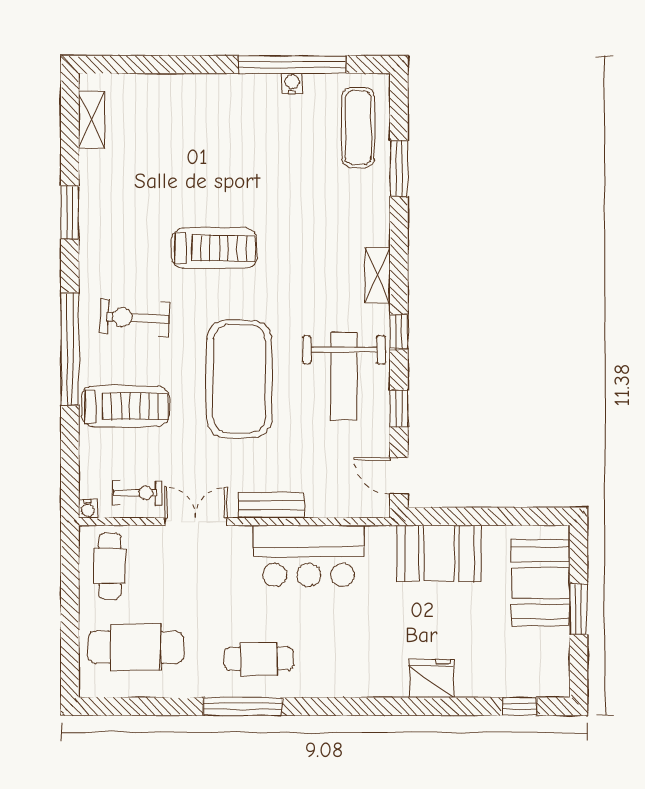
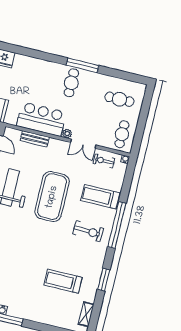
treadmill: (214, 248) -> (63, 281), moved
bench: (271, 505) -> (35, 139), moved
plant: (240, 536) -> (67, 134), added
cafe table: (136, 647) -> (119, 99), width x0.73, depth x0.74
cafe table: (259, 659) -> (71, 83), turned 90

